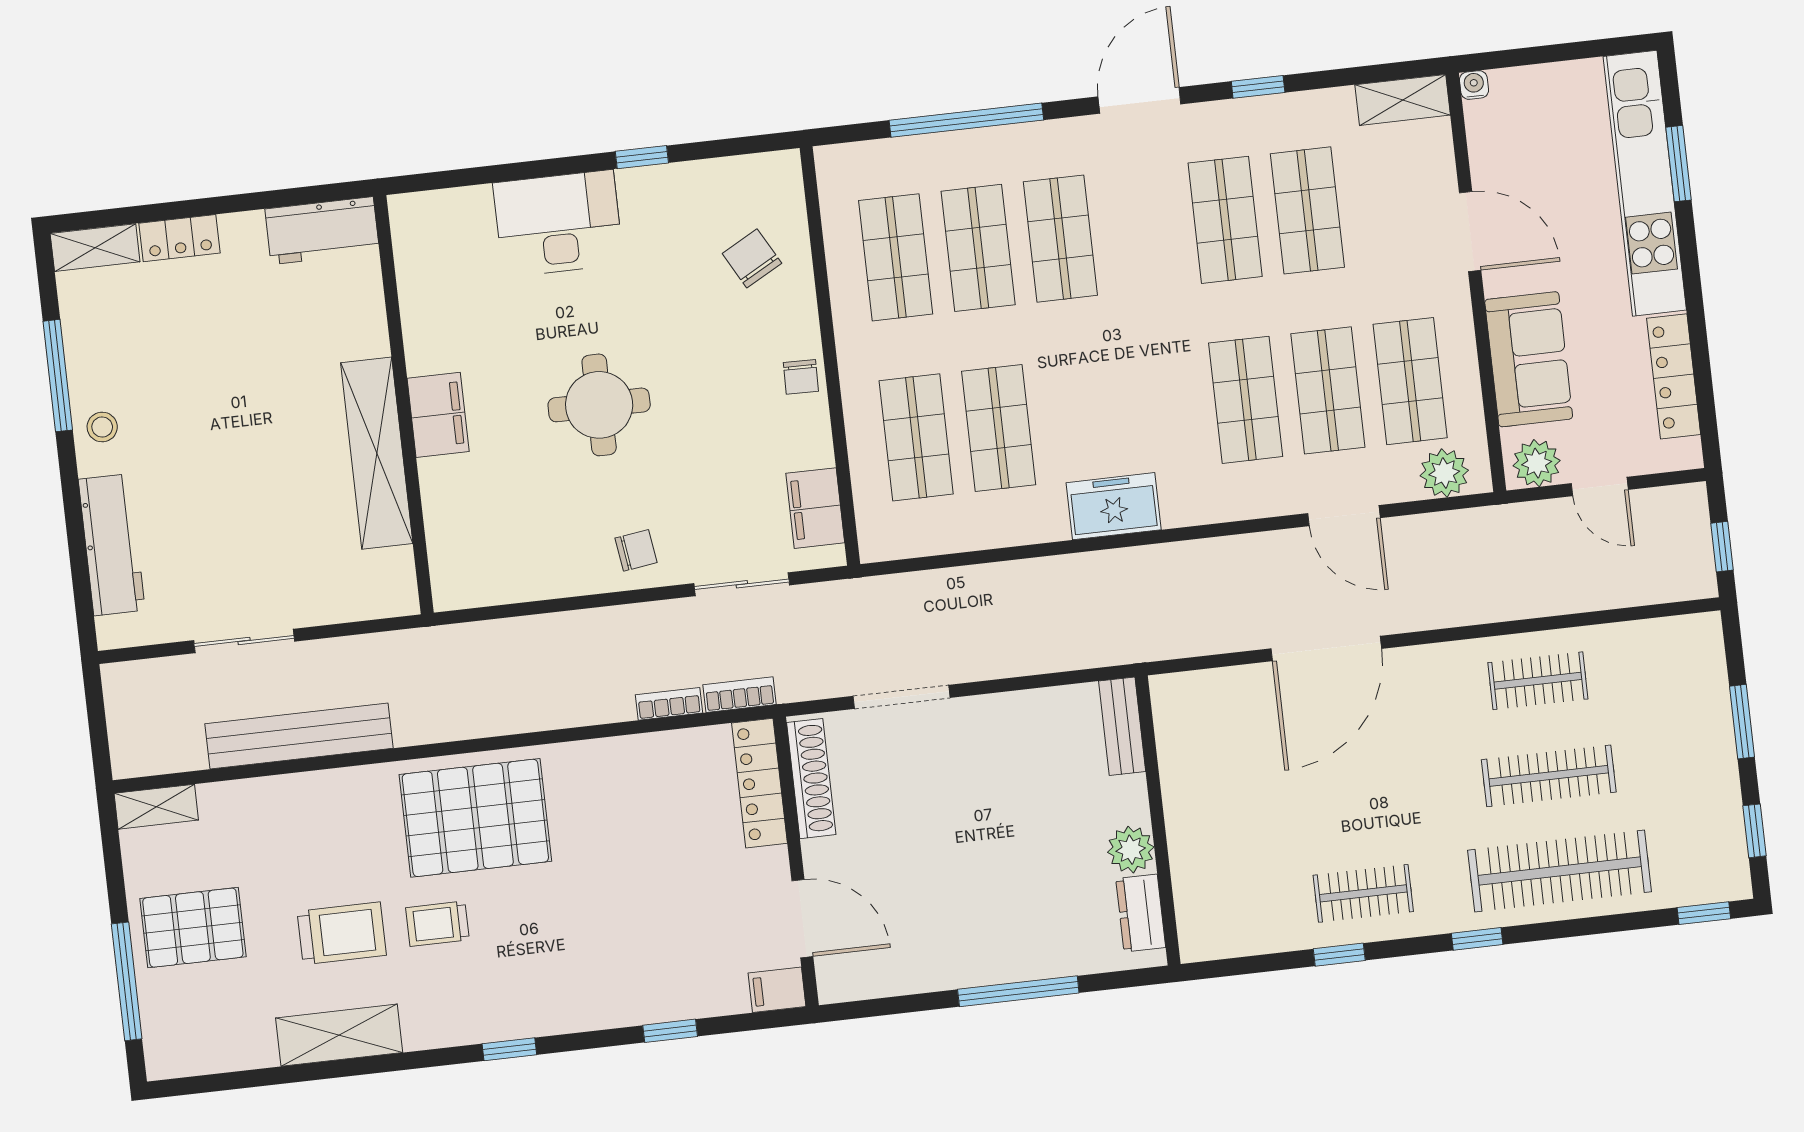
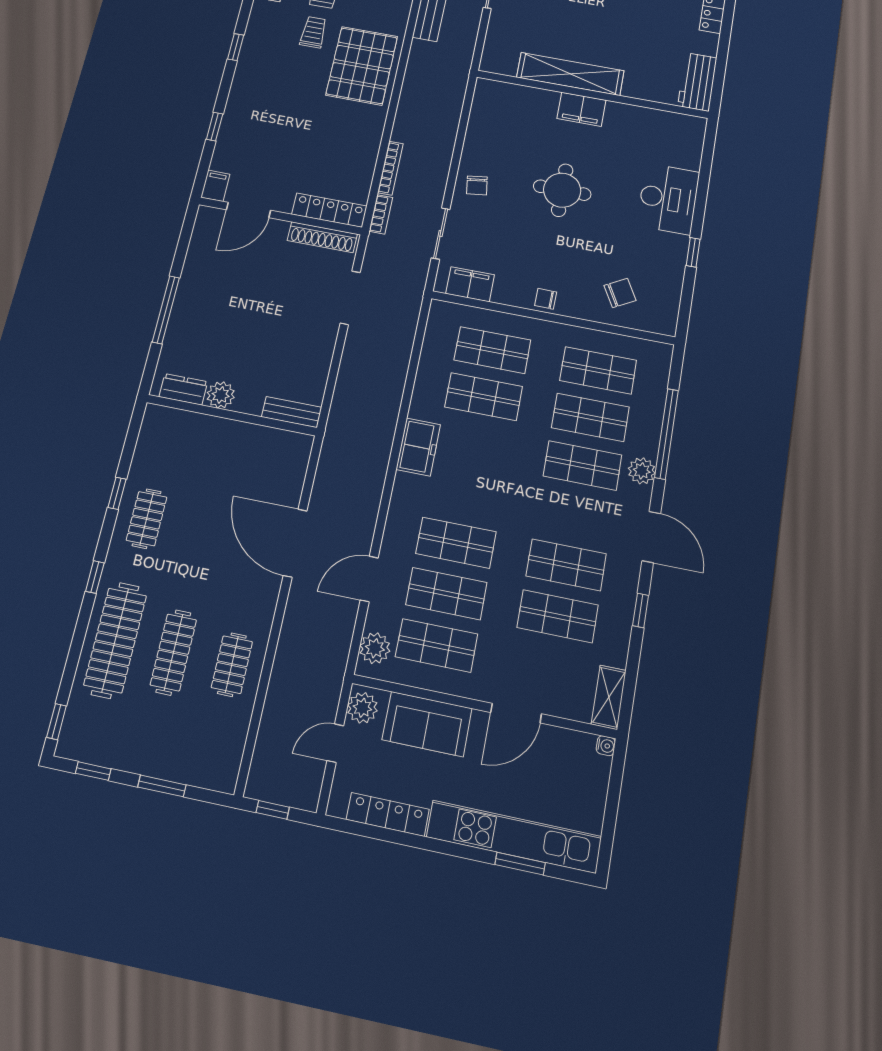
plant: (1039, 143) -> (642, 471), added
bookcase: (669, 704) -> (390, 168), width x1.56

